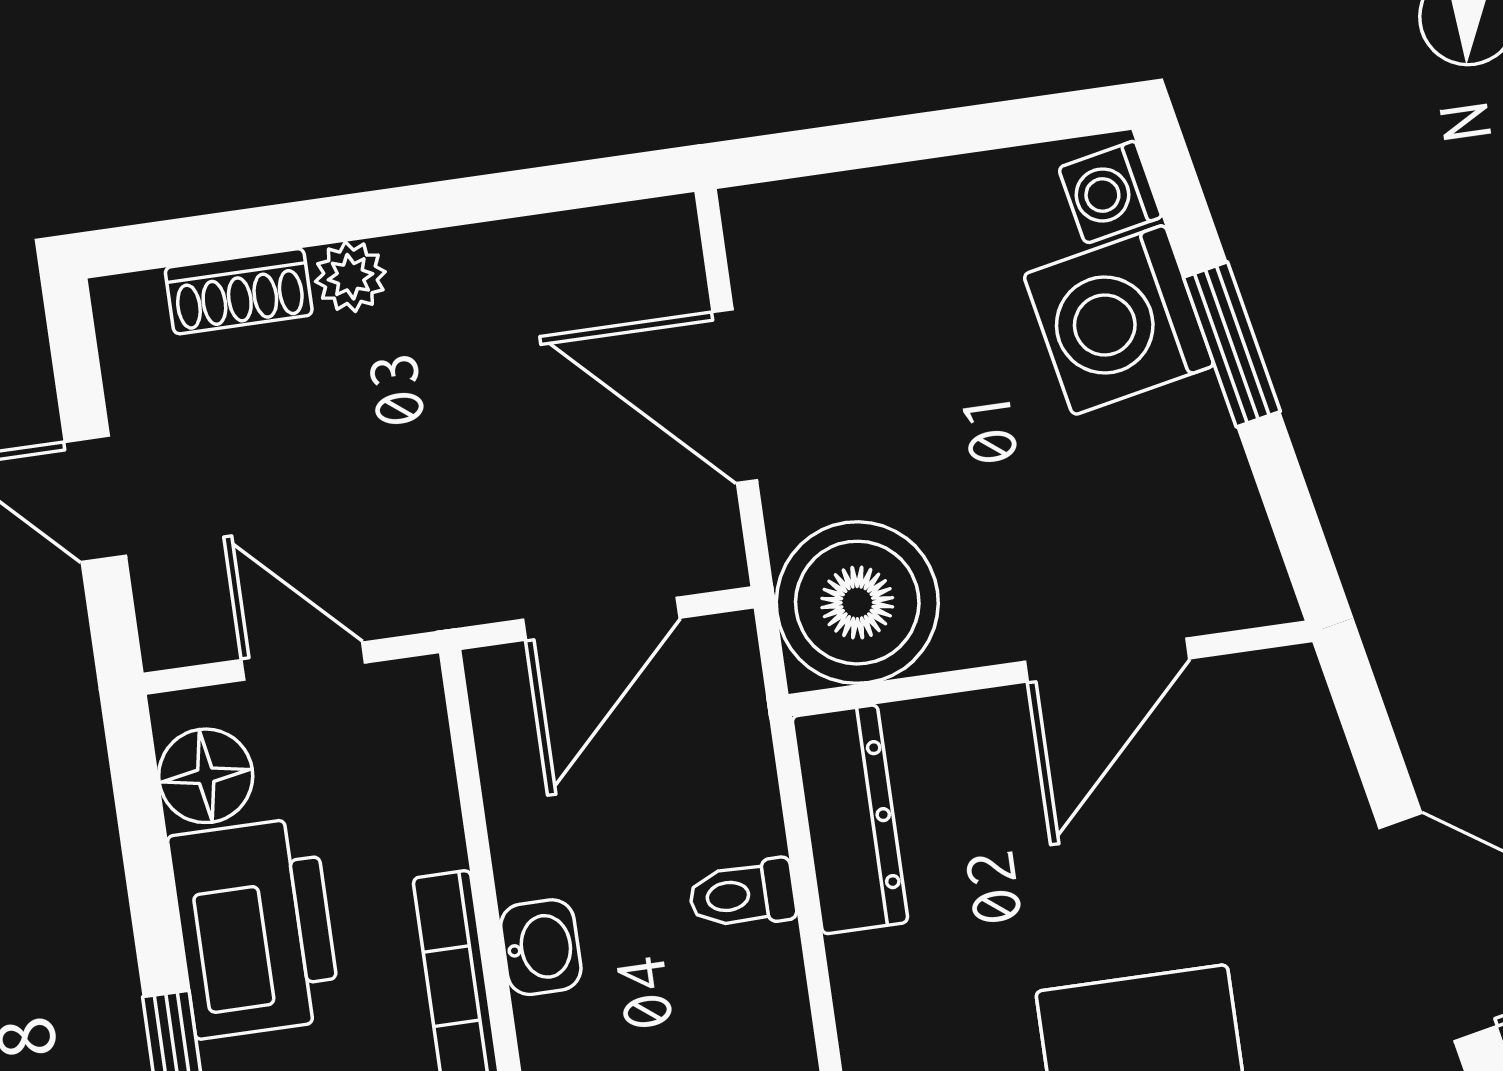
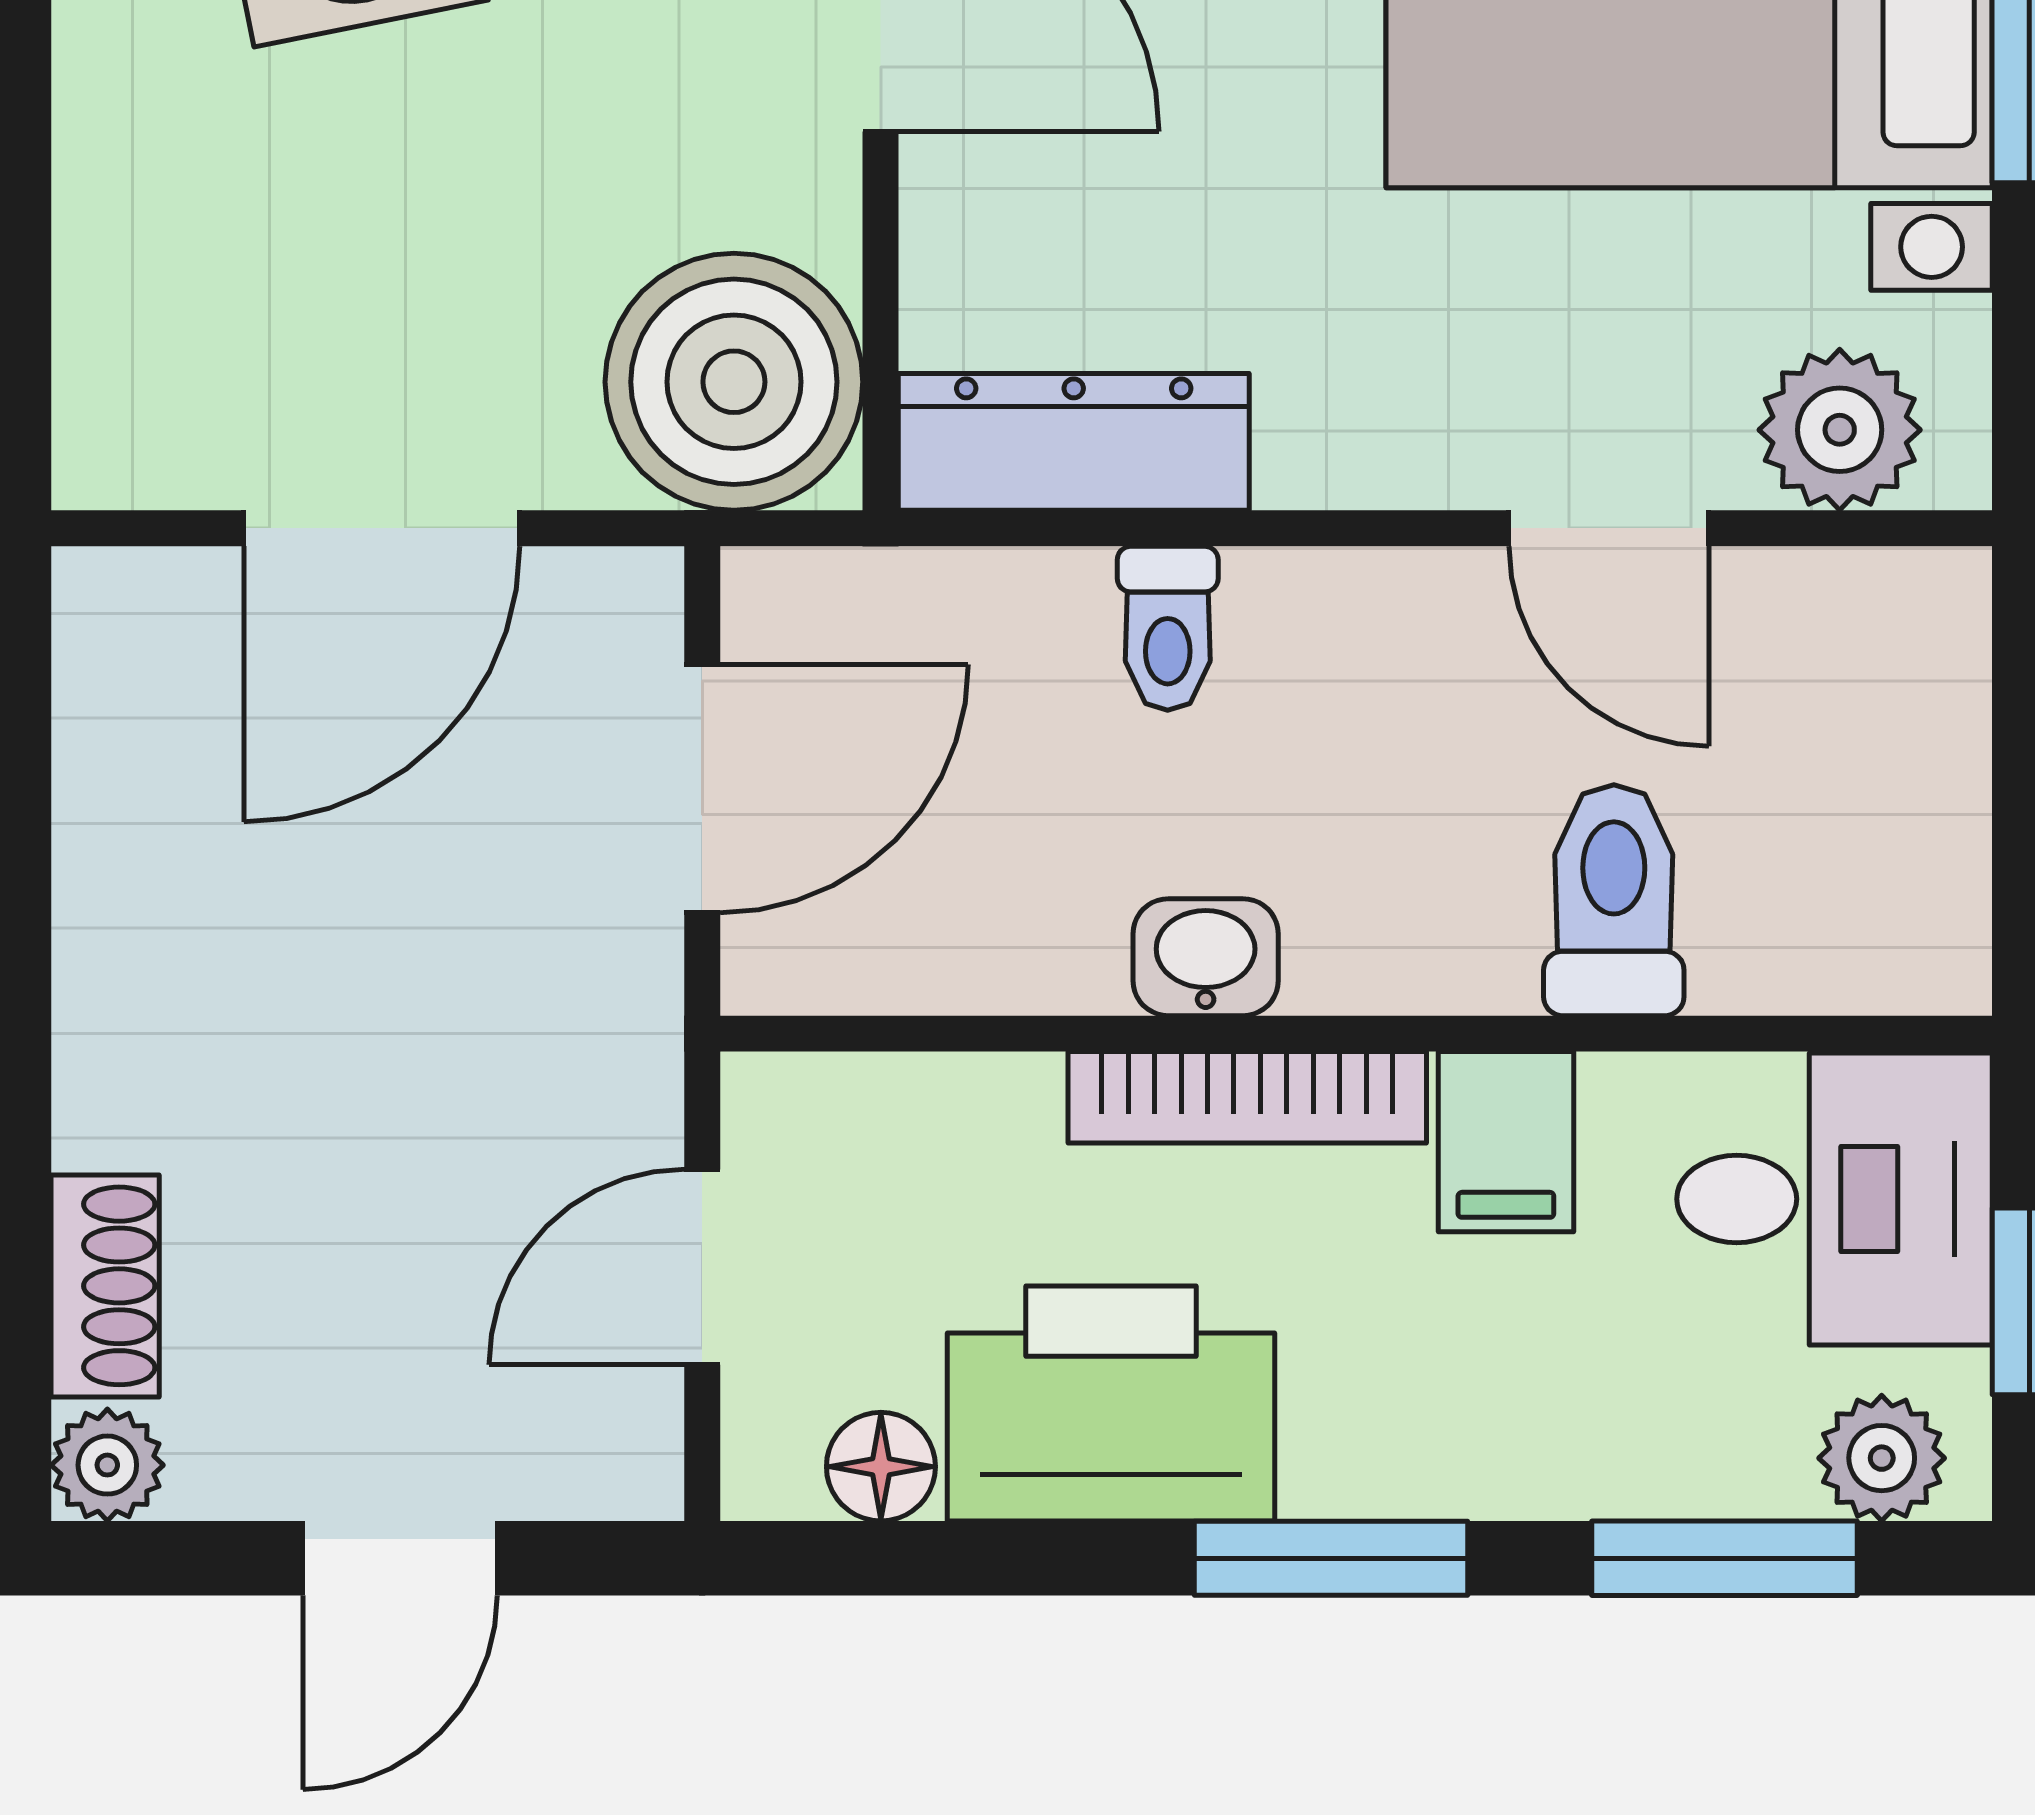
plant: (350, 277) -> (107, 1465), moved
door: (601, 619) -> (702, 788), hinge flipped
floor lamp: (206, 776) -> (881, 1467), width x0.73, depth x0.73

